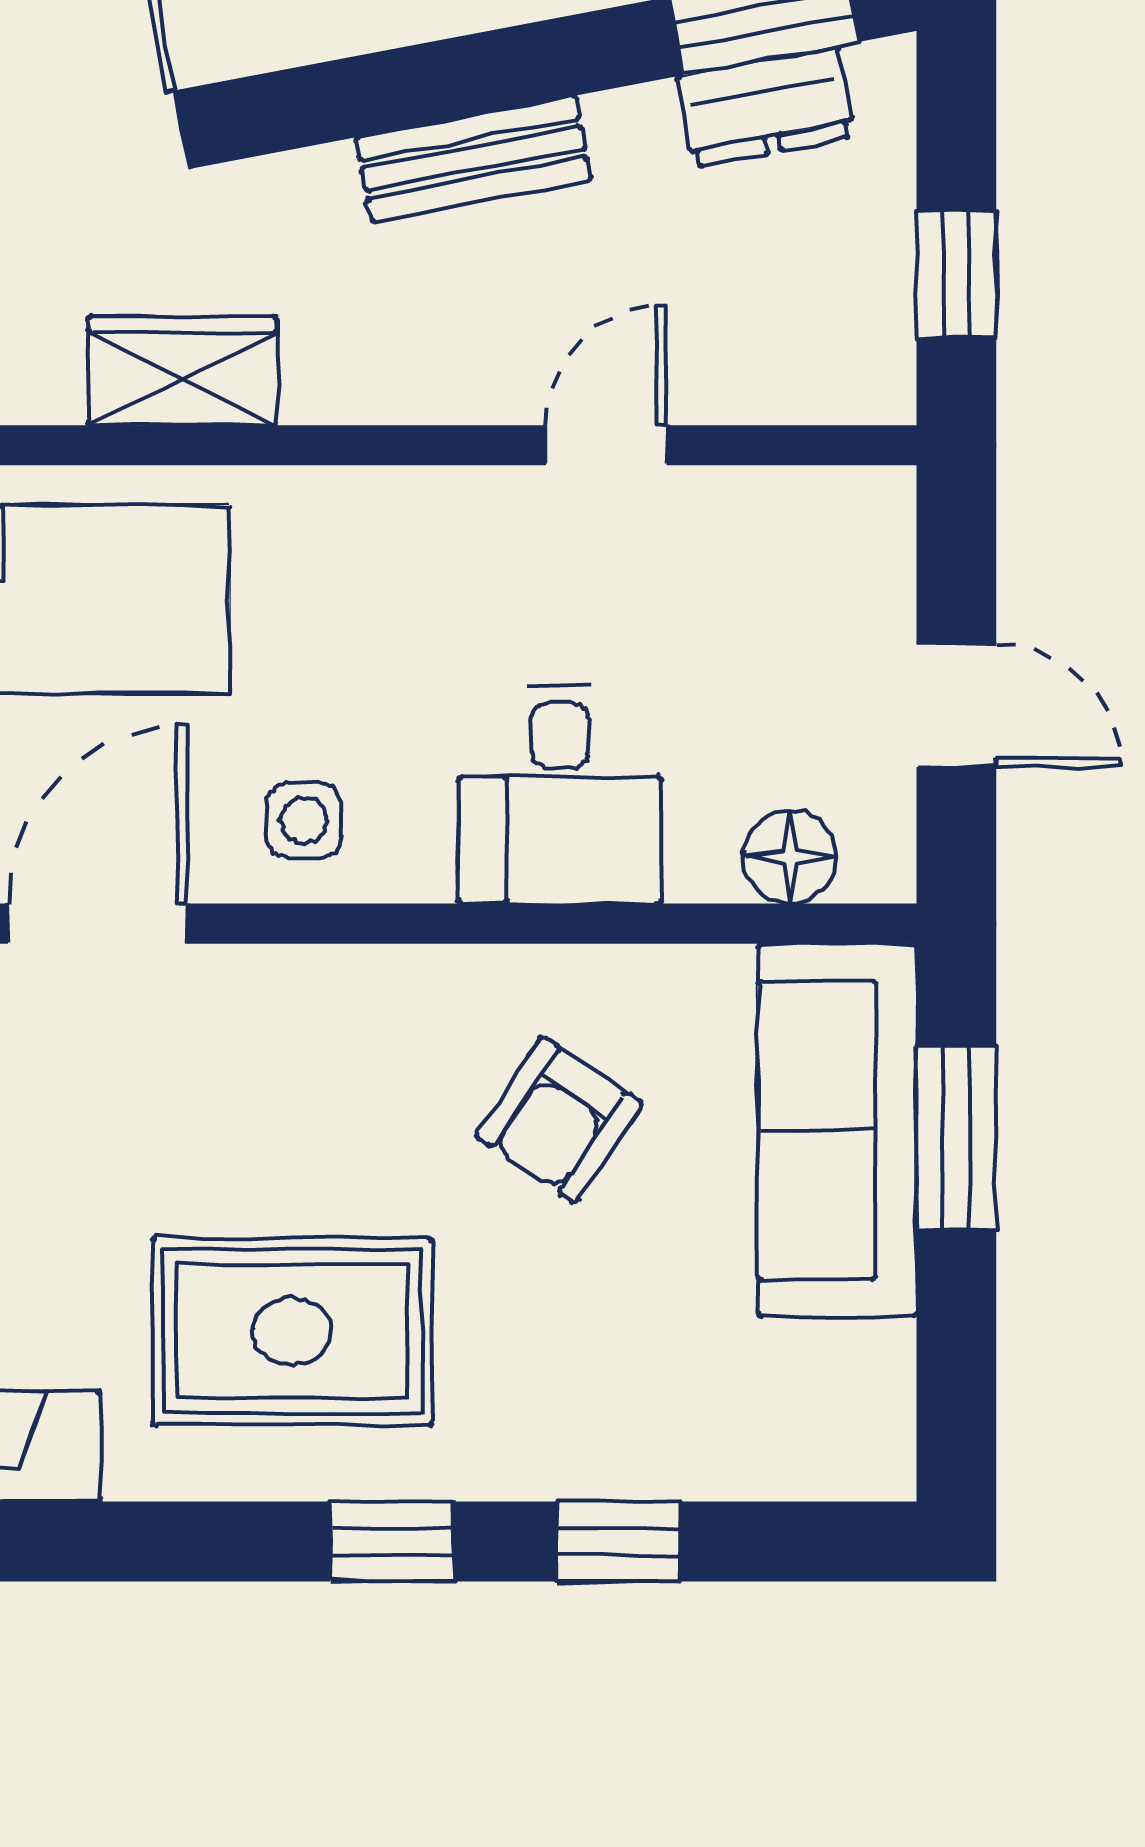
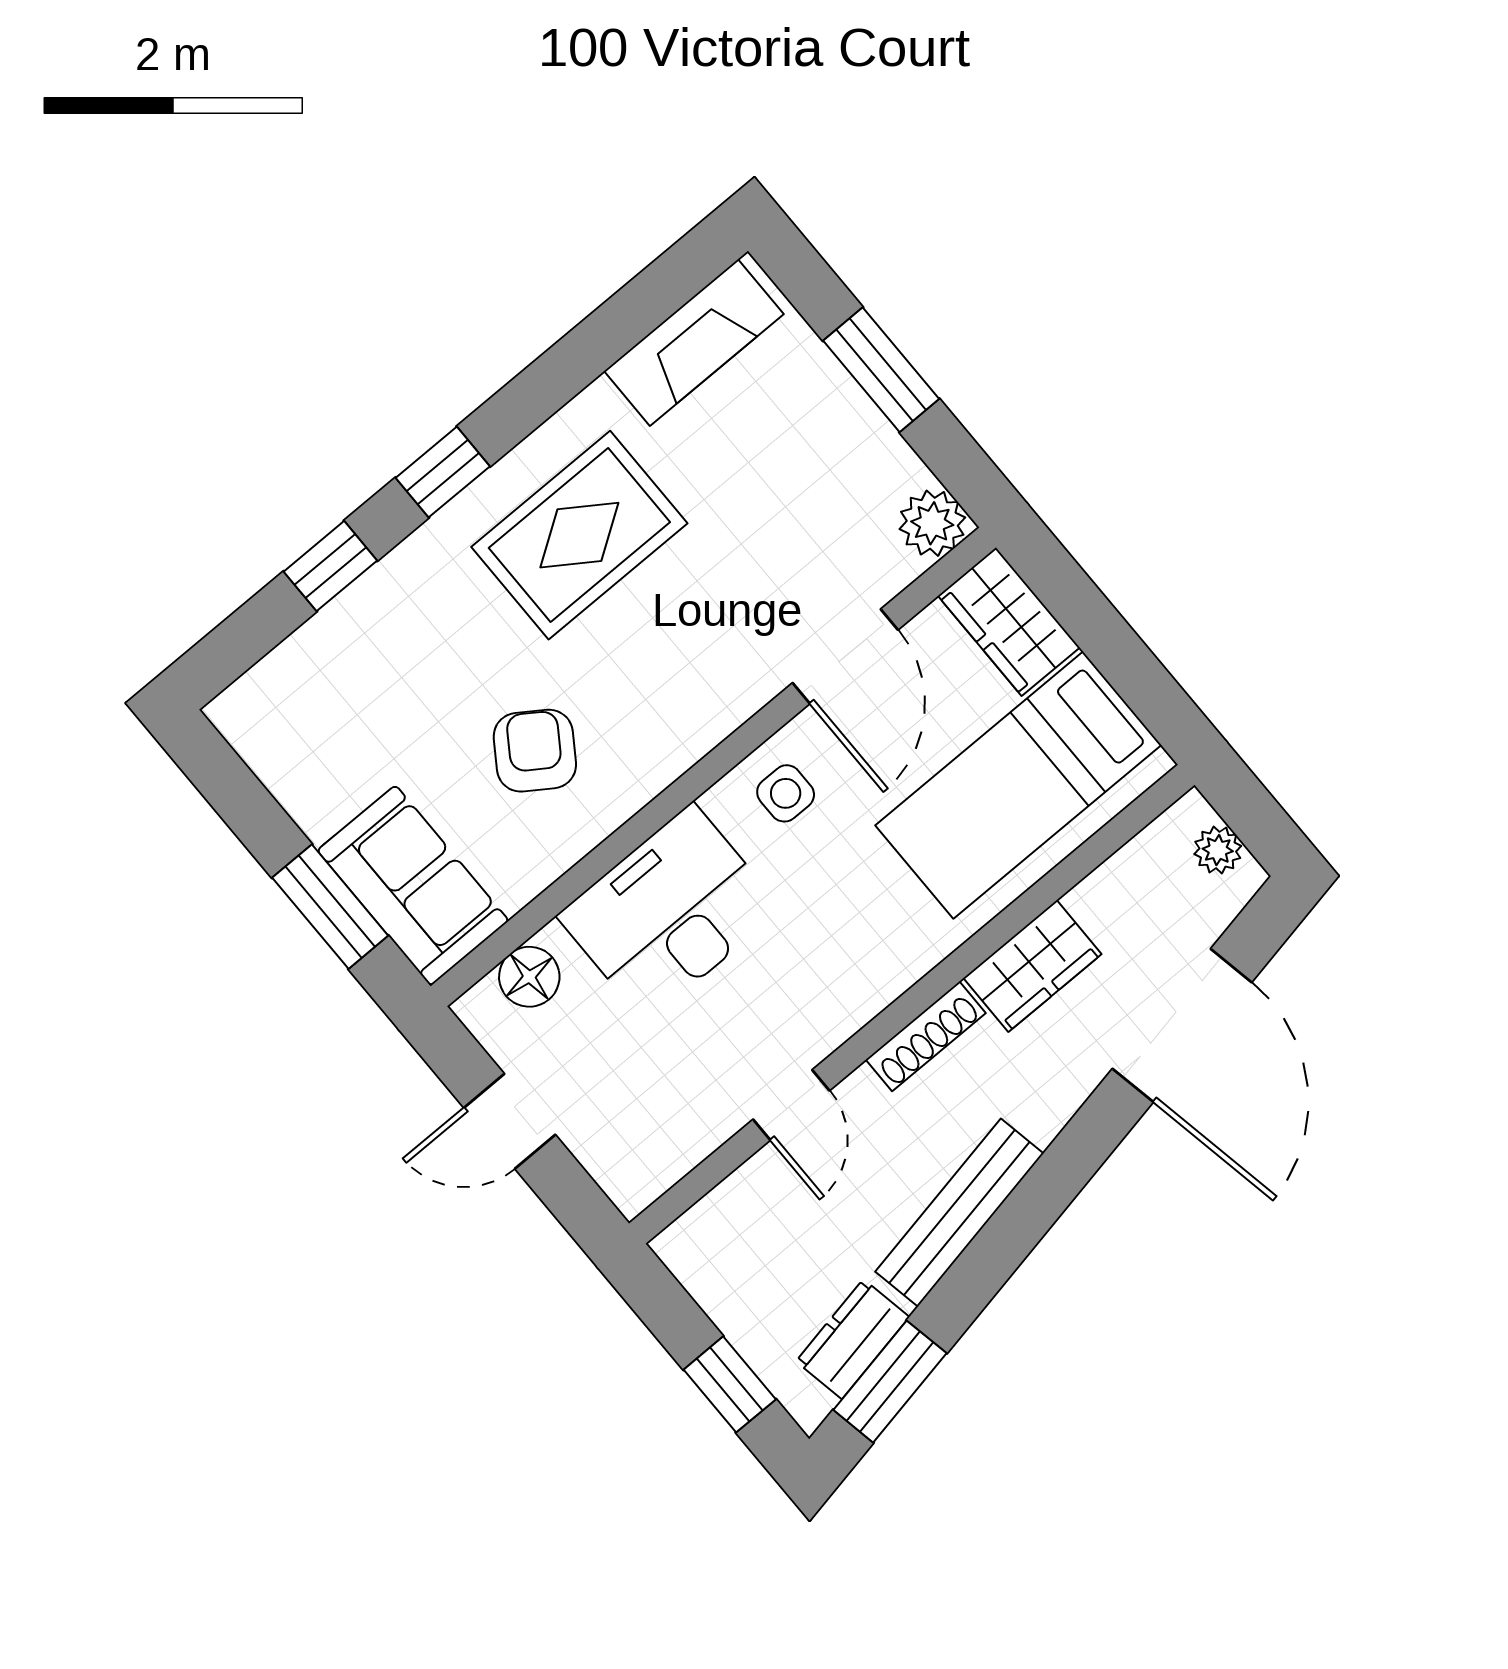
bench: (473, 159) -> (959, 1213), width x1.36
window: (956, 274) -> (730, 1384), moved
shoe rack: (379, 393) -> (926, 1036), added
desk: (560, 794) -> (669, 912), width x1.37
sofa: (837, 1130) -> (413, 886), width x0.73

